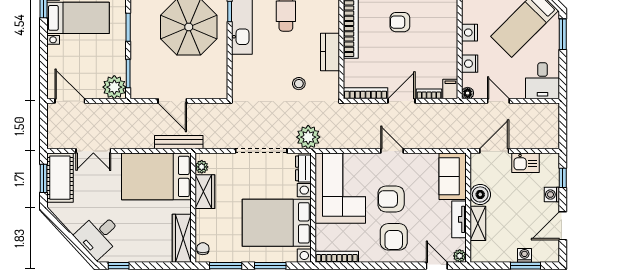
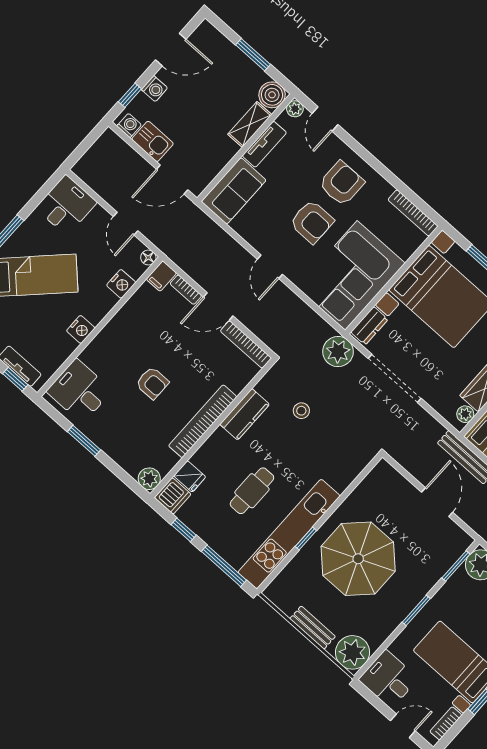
nightstand: (470, 33) -> (81, 329), moved
boiler: (480, 194) -> (272, 95), moved
washing machine: (524, 255) -> (129, 125), moved, turned 180
window: (526, 266) -> (253, 55), moved

